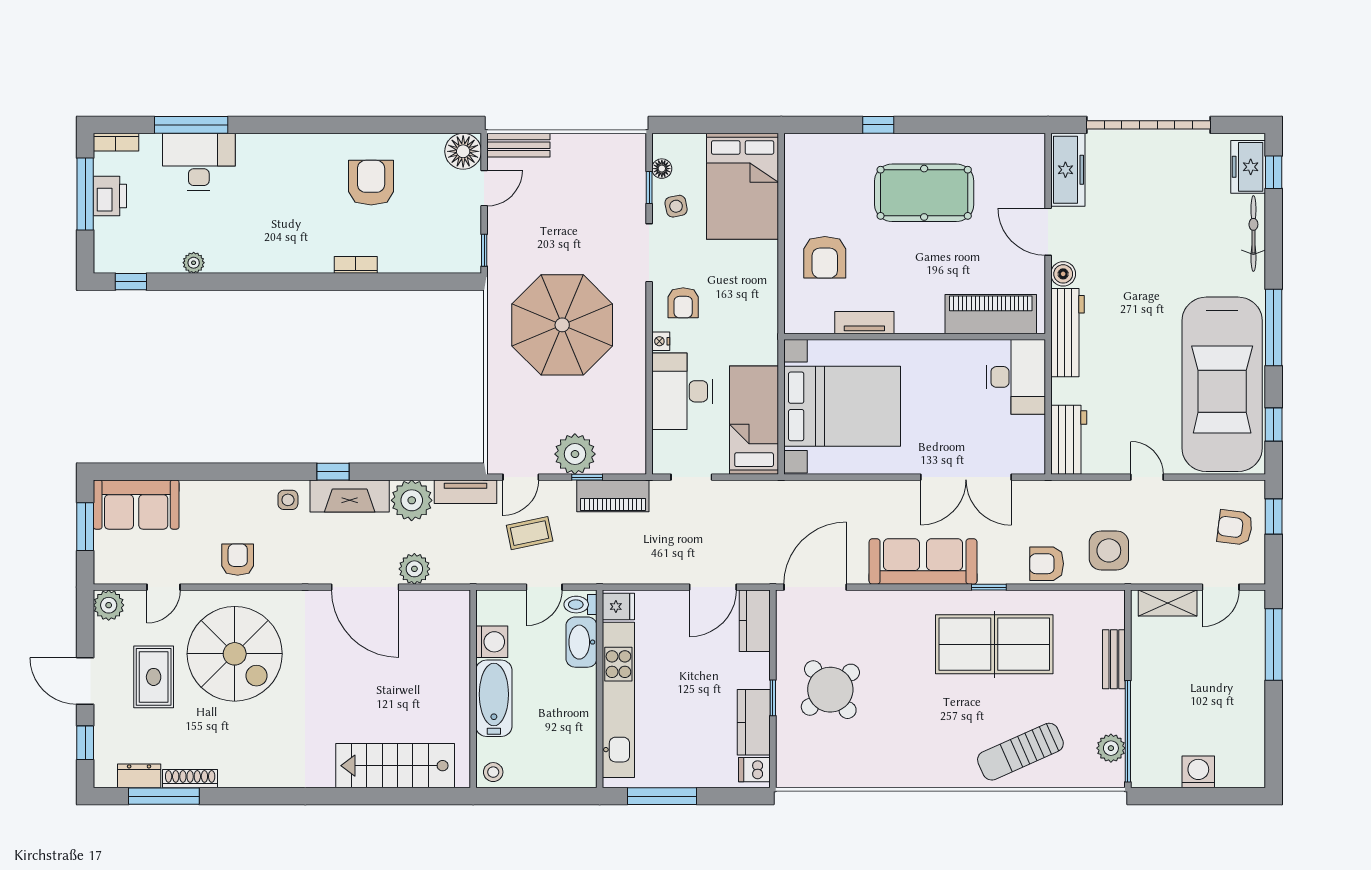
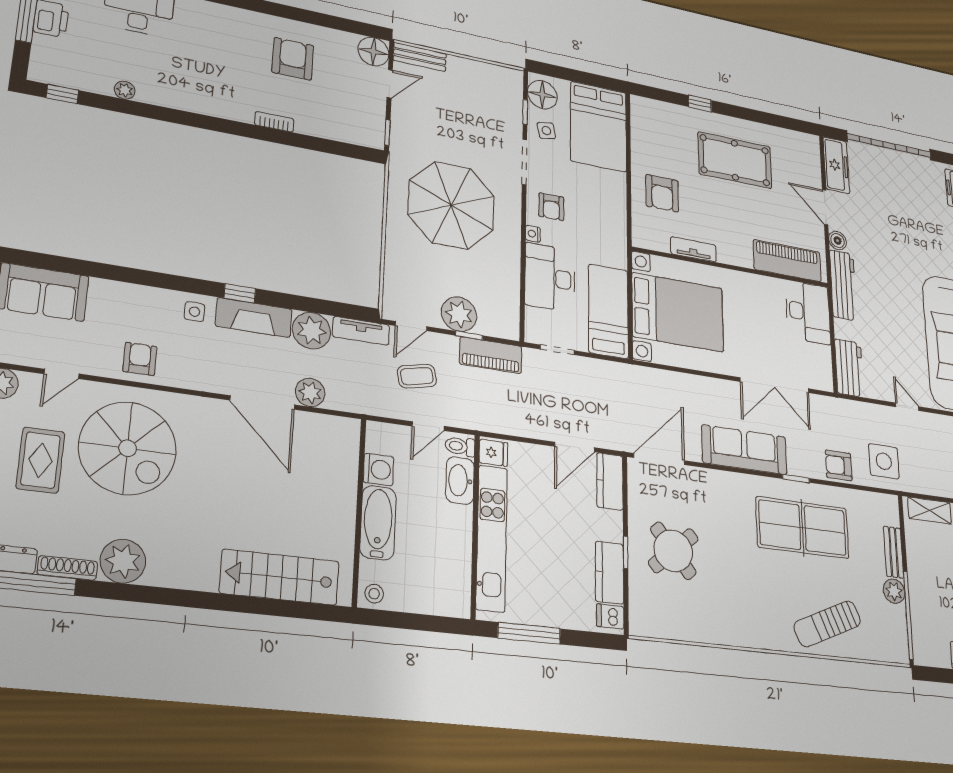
floor lamp: (662, 169) -> (542, 95), width x1.89, depth x1.89
plant: (1111, 748) -> (894, 591), moved
plant: (241, 766) -> (123, 561), added

